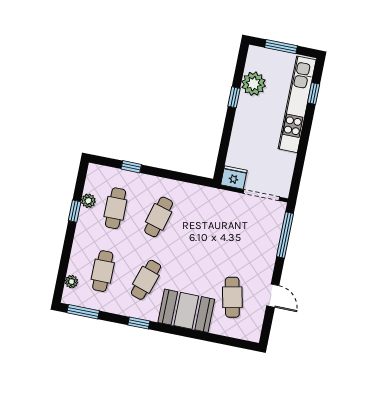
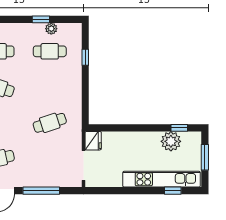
window: (234, 97) -> (179, 128), moved
cafe table: (159, 217) -> (50, 123), moved, turned -33
window: (285, 235) -> (41, 191), moved

